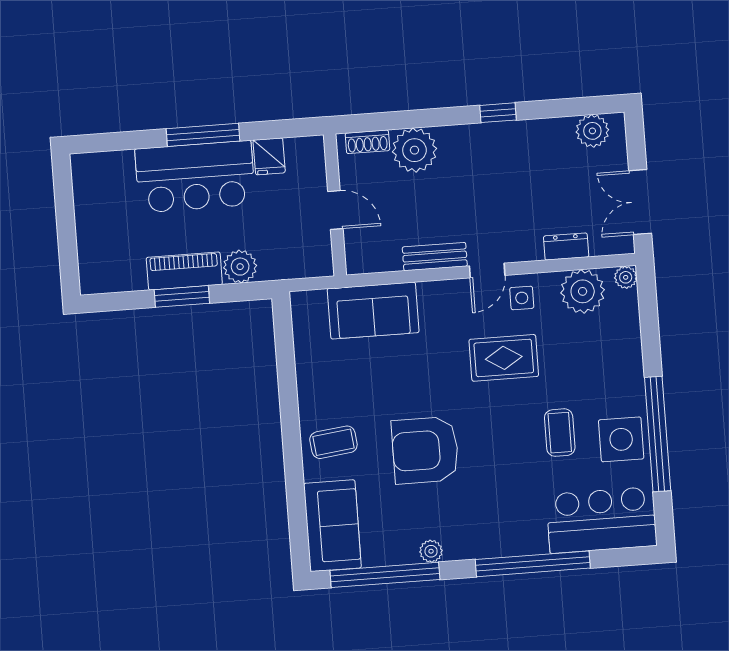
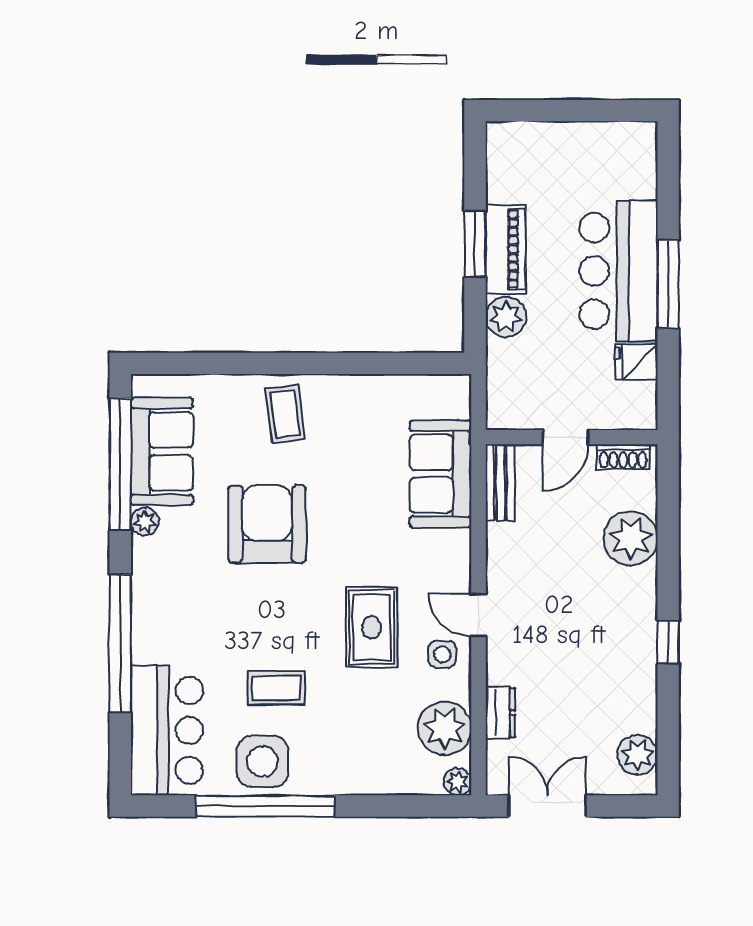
shoe rack: (367, 142) -> (623, 457), moved, turned -90
bench: (435, 257) -> (500, 483), moved
sofa: (332, 526) -> (162, 451), moved, turned -90

